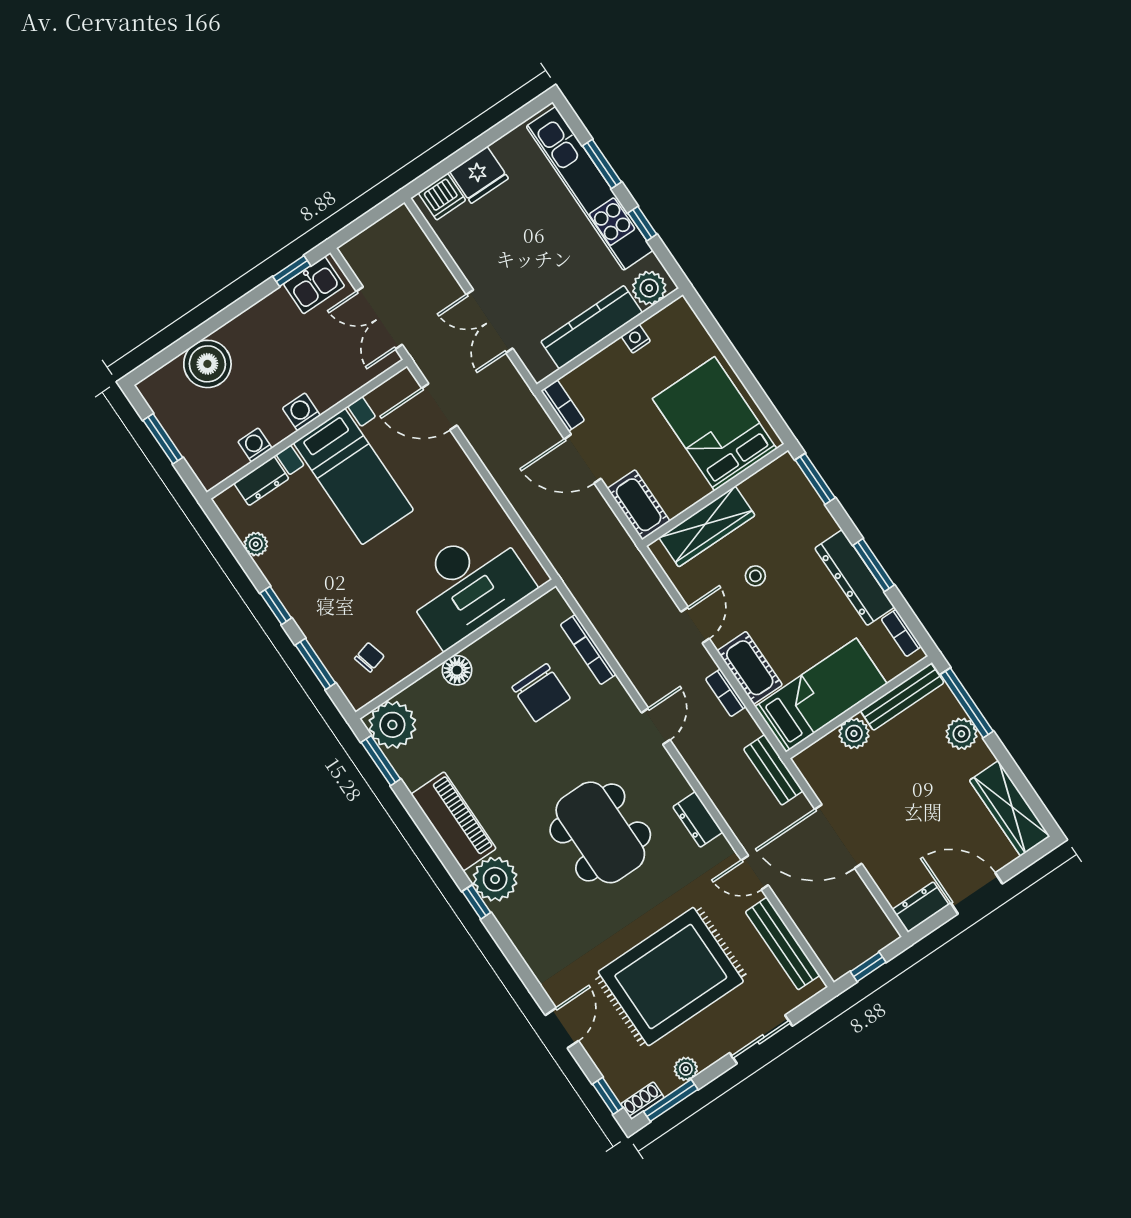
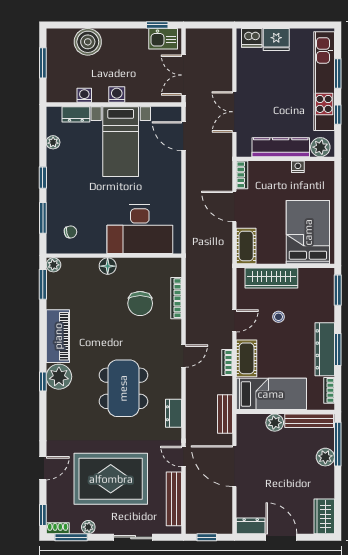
plant: (392, 725) -> (53, 265), width x0.53, depth x0.53
wardrobe: (1010, 808) -> (324, 516), width x0.67

